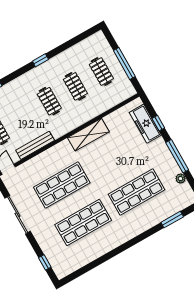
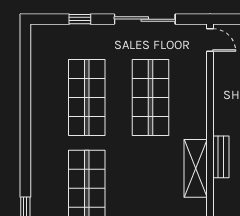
bench: (35, 145) -> (221, 157), moved, width x0.73
window: (45, 262) -> (80, 19), moved

